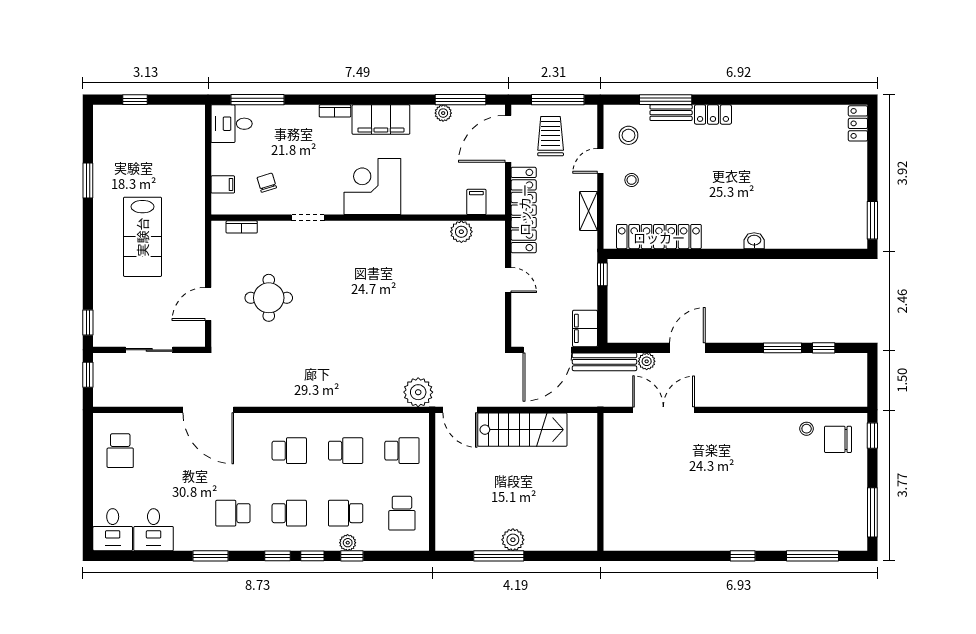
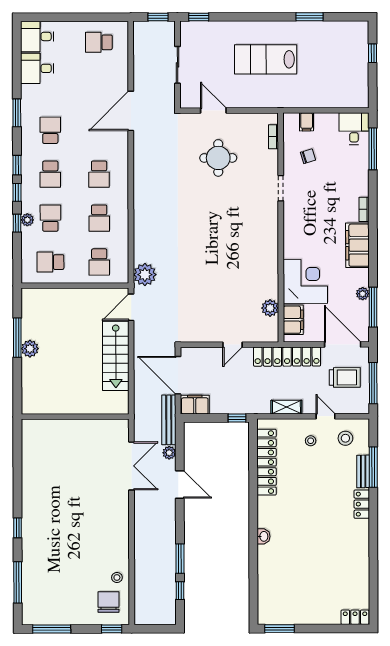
corner desk: (372, 187) -> (305, 282), moved
filing cabinet: (476, 202) -> (293, 320), width x2.00

